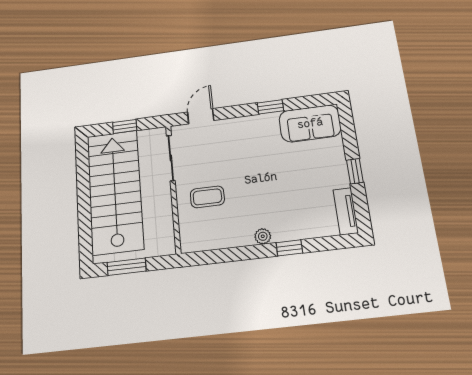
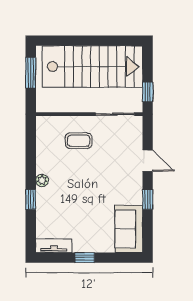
door: (201, 116) -> (148, 161), moved
window: (125, 126) -> (148, 92), moved
coffee table: (207, 197) -> (79, 141), turned 90

